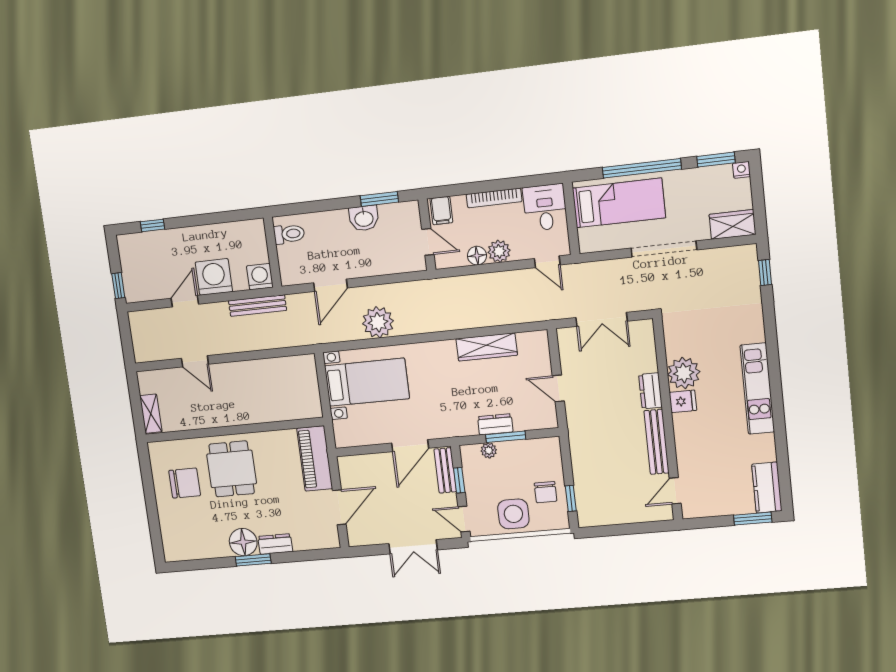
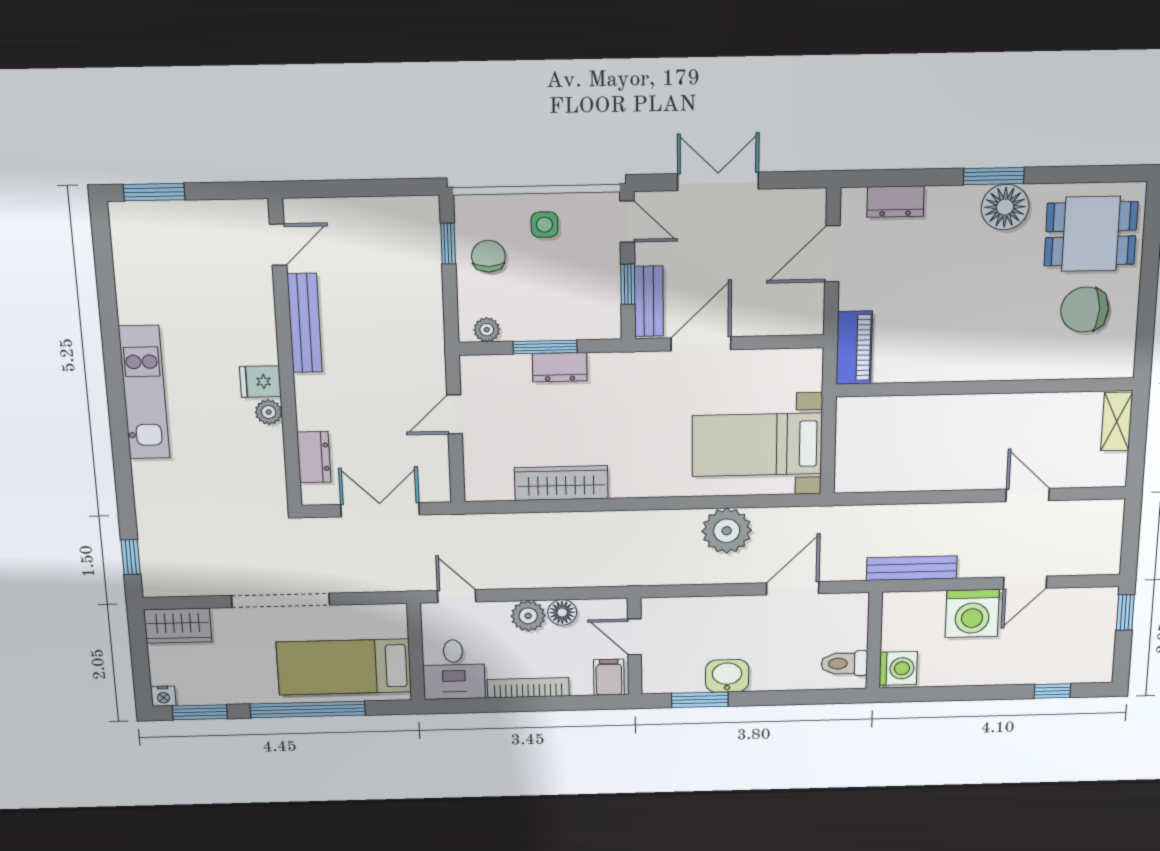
washing machine: (260, 277) -> (898, 668), moved, turned -90
plant: (684, 373) -> (269, 412), width x0.53, depth x0.53
door: (558, 388) -> (455, 414), swing flipped
dresser: (650, 391) -> (314, 457), moved
plant: (489, 450) -> (487, 330), moved
piano: (315, 458) -> (854, 348), width x0.73, depth x0.75
dining table: (232, 469) -> (1091, 234), moved, turned 90
kitchen counter: (767, 488) -> (131, 240), removed
side table: (513, 514) -> (544, 225), width x0.54, depth x0.54
dresser: (275, 544) -> (895, 202), moved

